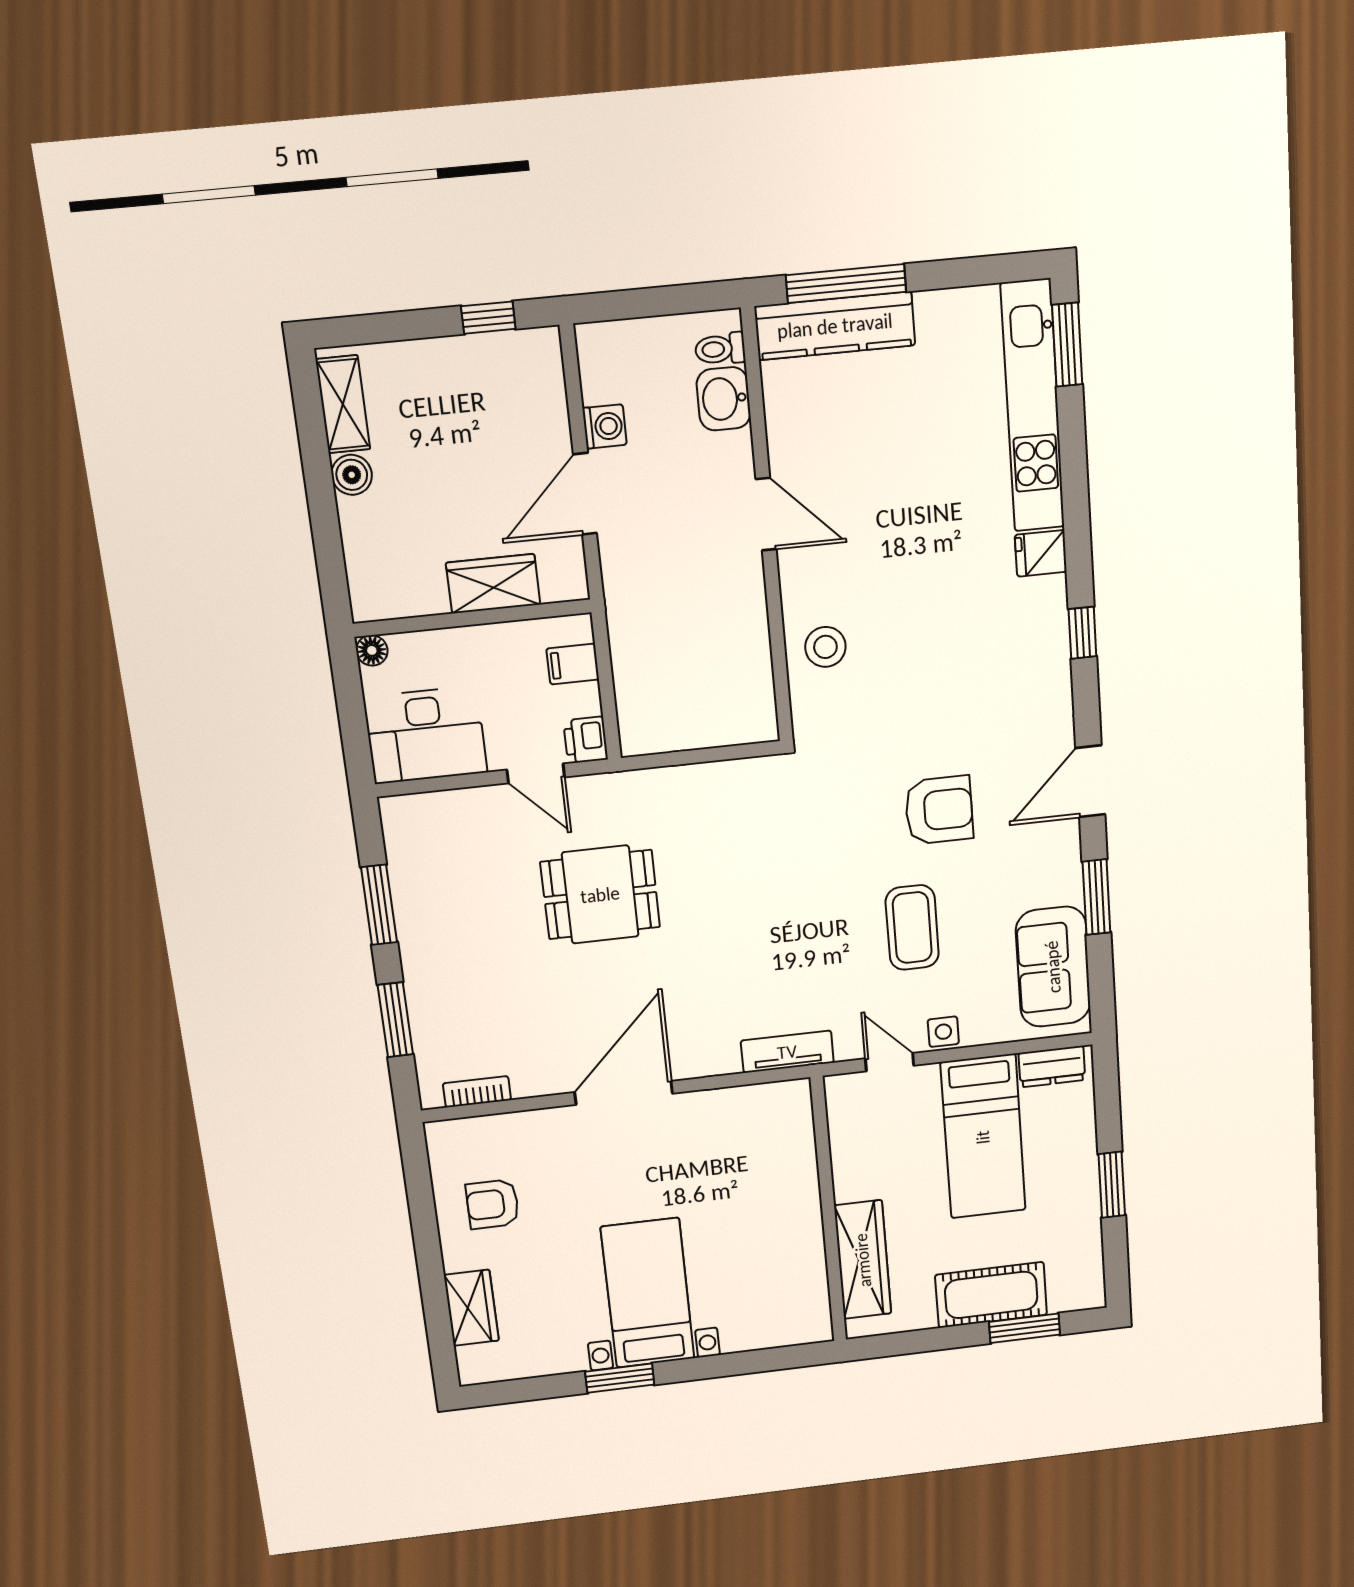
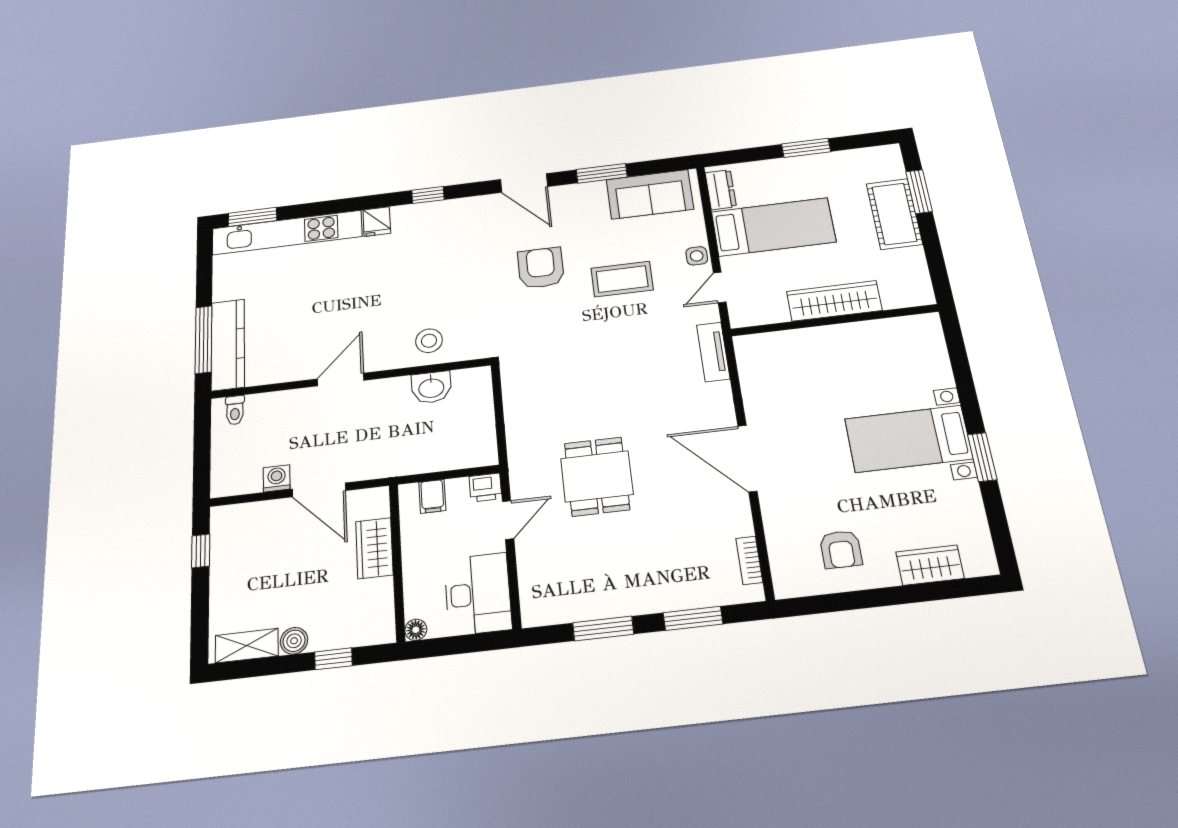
washbasin: (724, 399) -> (431, 387), moved
window: (327, 535) -> (333, 659), added
wardrobe: (863, 1260) -> (834, 301), moved

